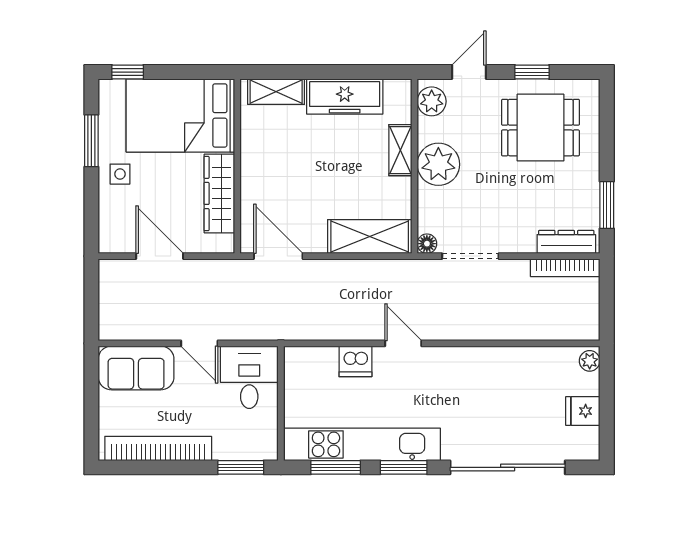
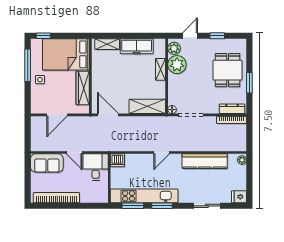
dining table: (540, 128) -> (228, 70), moved, turned 90
window: (91, 141) -> (28, 65), width x1.44
plant: (438, 164) -> (177, 65), moved
window: (607, 205) -> (249, 83), moved
door: (160, 256) -> (57, 115), swing flipped
door: (403, 343) -> (162, 152), swing flipped
dishwasher: (355, 361) -> (117, 160), moved
kitchen counter: (503, 364) -> (205, 161), added
fridge: (583, 411) -> (239, 197), moved
window: (241, 467) -> (92, 206), removed
sliding door: (508, 467) -> (207, 206), width x0.54

